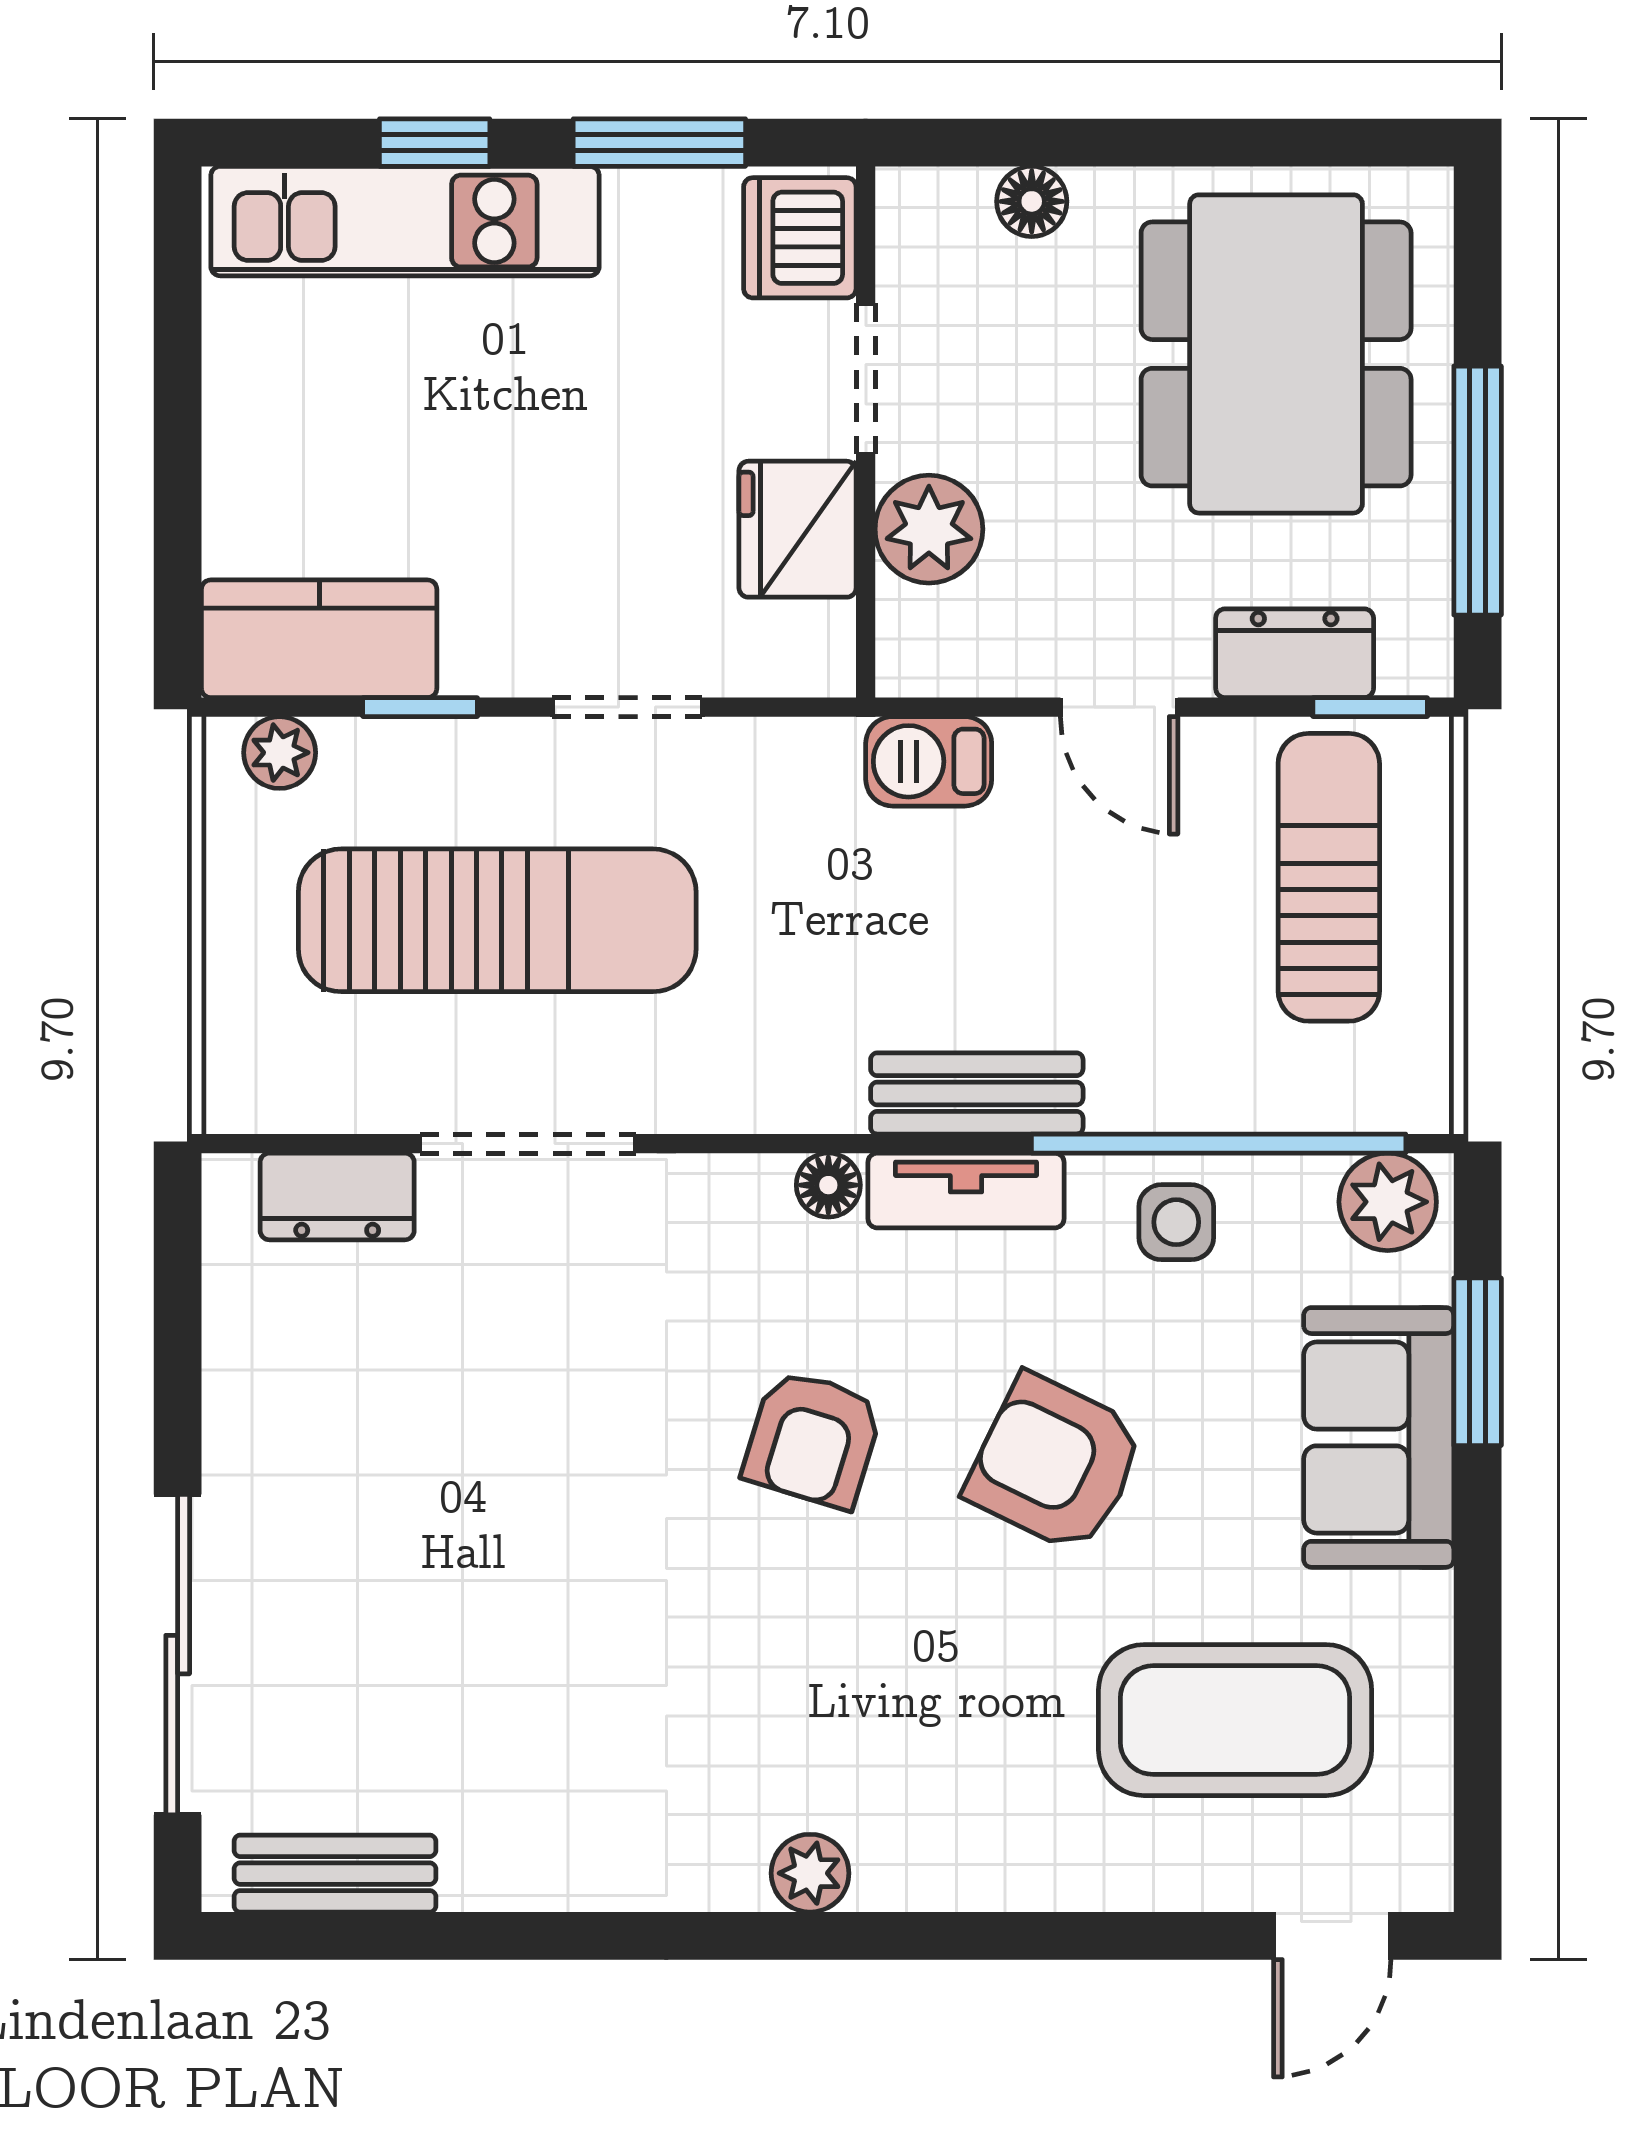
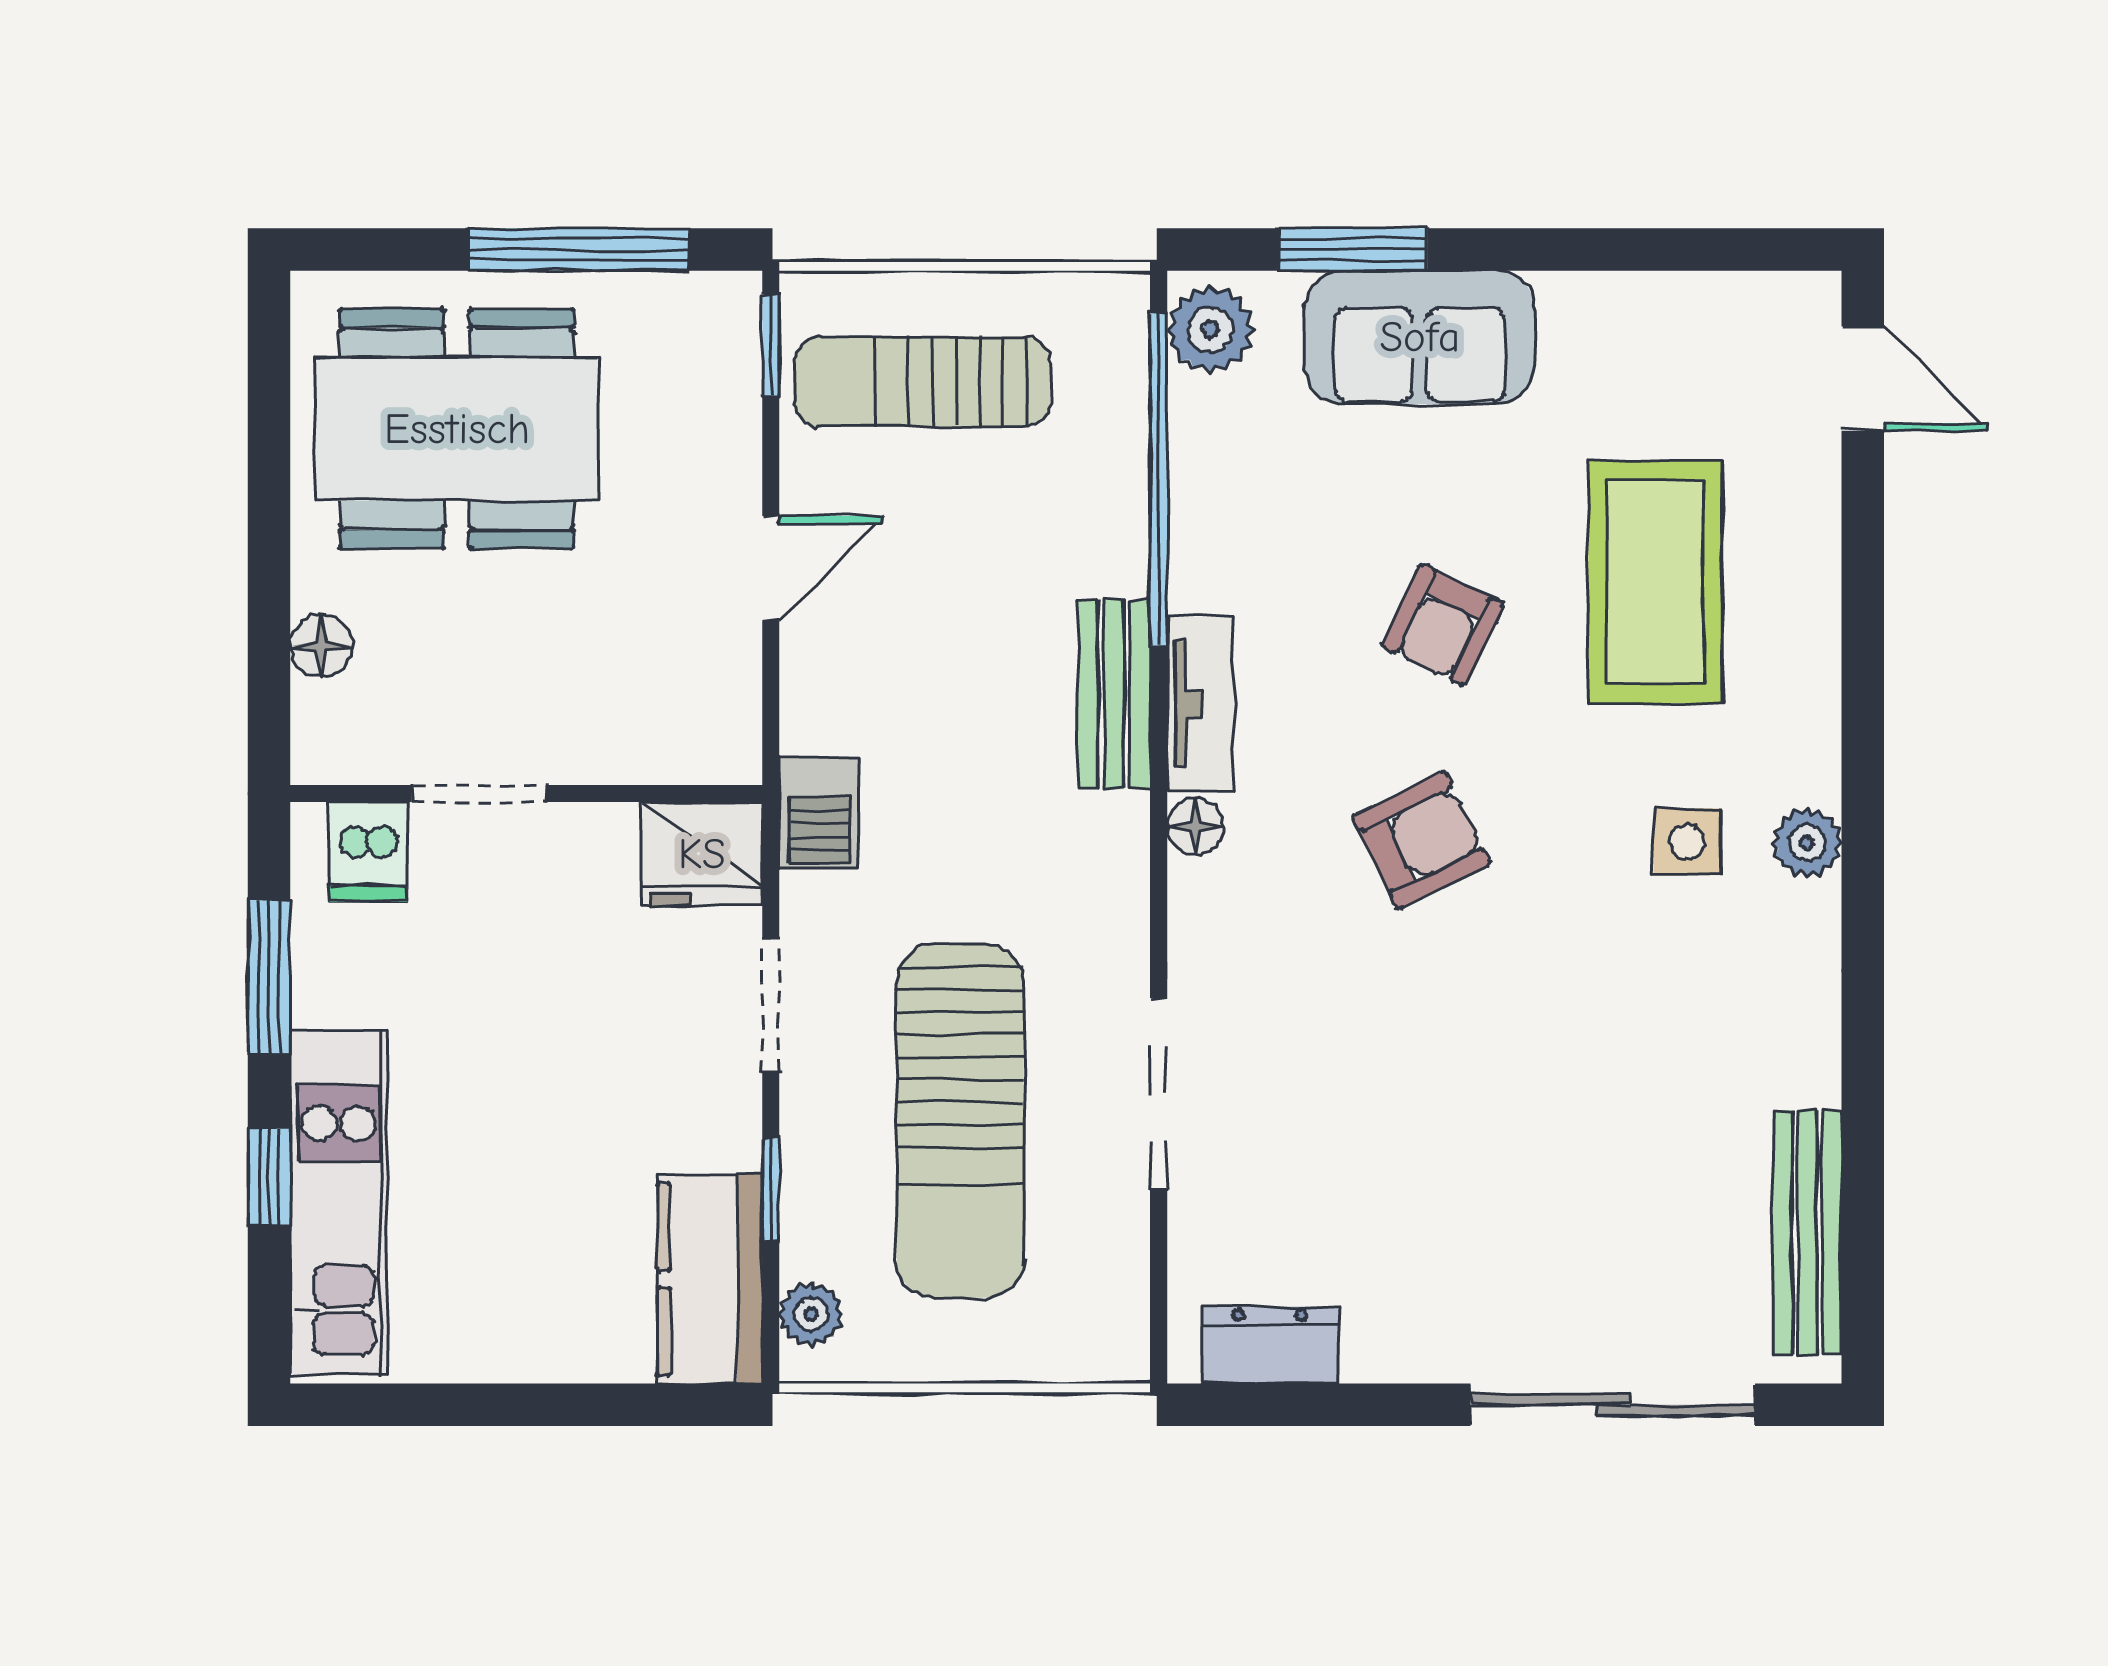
dishwasher: (800, 238) -> (368, 852), width x0.73
fridge: (798, 529) -> (702, 854), moved
plant: (929, 529) -> (613, 737), removed
dresser: (1295, 653) -> (723, 412), removed
barbecue: (929, 761) -> (819, 813), moved
sun lounger: (497, 920) -> (960, 1121), turned 180
dresser: (337, 1196) -> (1270, 1345), moved, turned -90
side table: (1176, 1222) -> (1687, 842), moved
armchair: (813, 1439) -> (1421, 840), turned -43
armchair: (1055, 1463) -> (1443, 625), width x0.72, depth x0.72
coffee table: (1235, 1720) -> (1656, 582), moved
bench: (335, 1874) -> (1807, 1232), width x1.36

